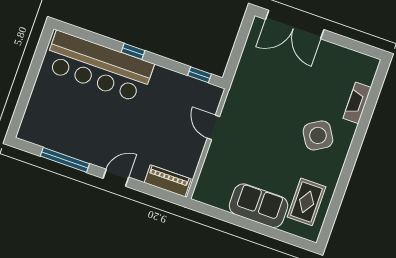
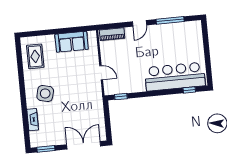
window: (358, 46) -> (46, 149), added
window: (133, 51) -> (189, 90), moved
side table: (318, 135) -> (45, 93), turned 45
sofa: (259, 206) -> (72, 42), moved

